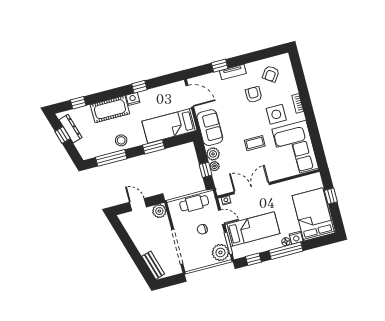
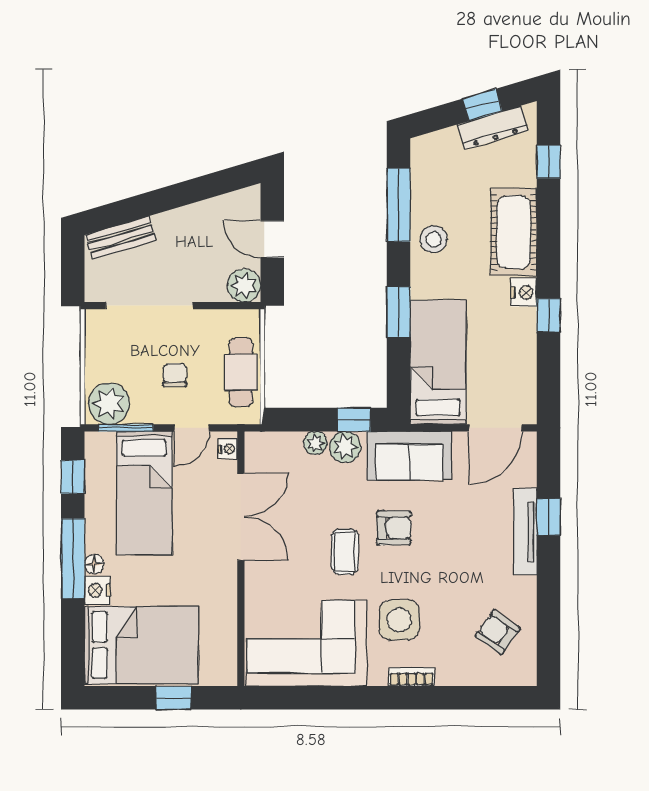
tv unit: (233, 72) -> (525, 532), width x1.41
armchair: (254, 95) -> (394, 528), moved
window: (206, 170) -> (354, 420), moved
door: (138, 205) -> (272, 239), swing flipped

